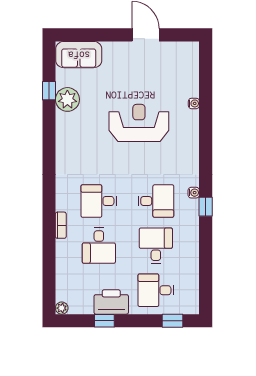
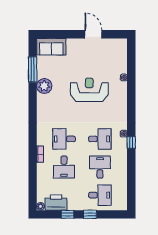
window: (49, 91) -> (33, 69), width x2.17
plant: (67, 99) -> (44, 86), moved
desk: (156, 290) -> (100, 195), turned 180
printer: (111, 302) -> (56, 203), moved
window: (173, 321) -> (90, 214), moved

